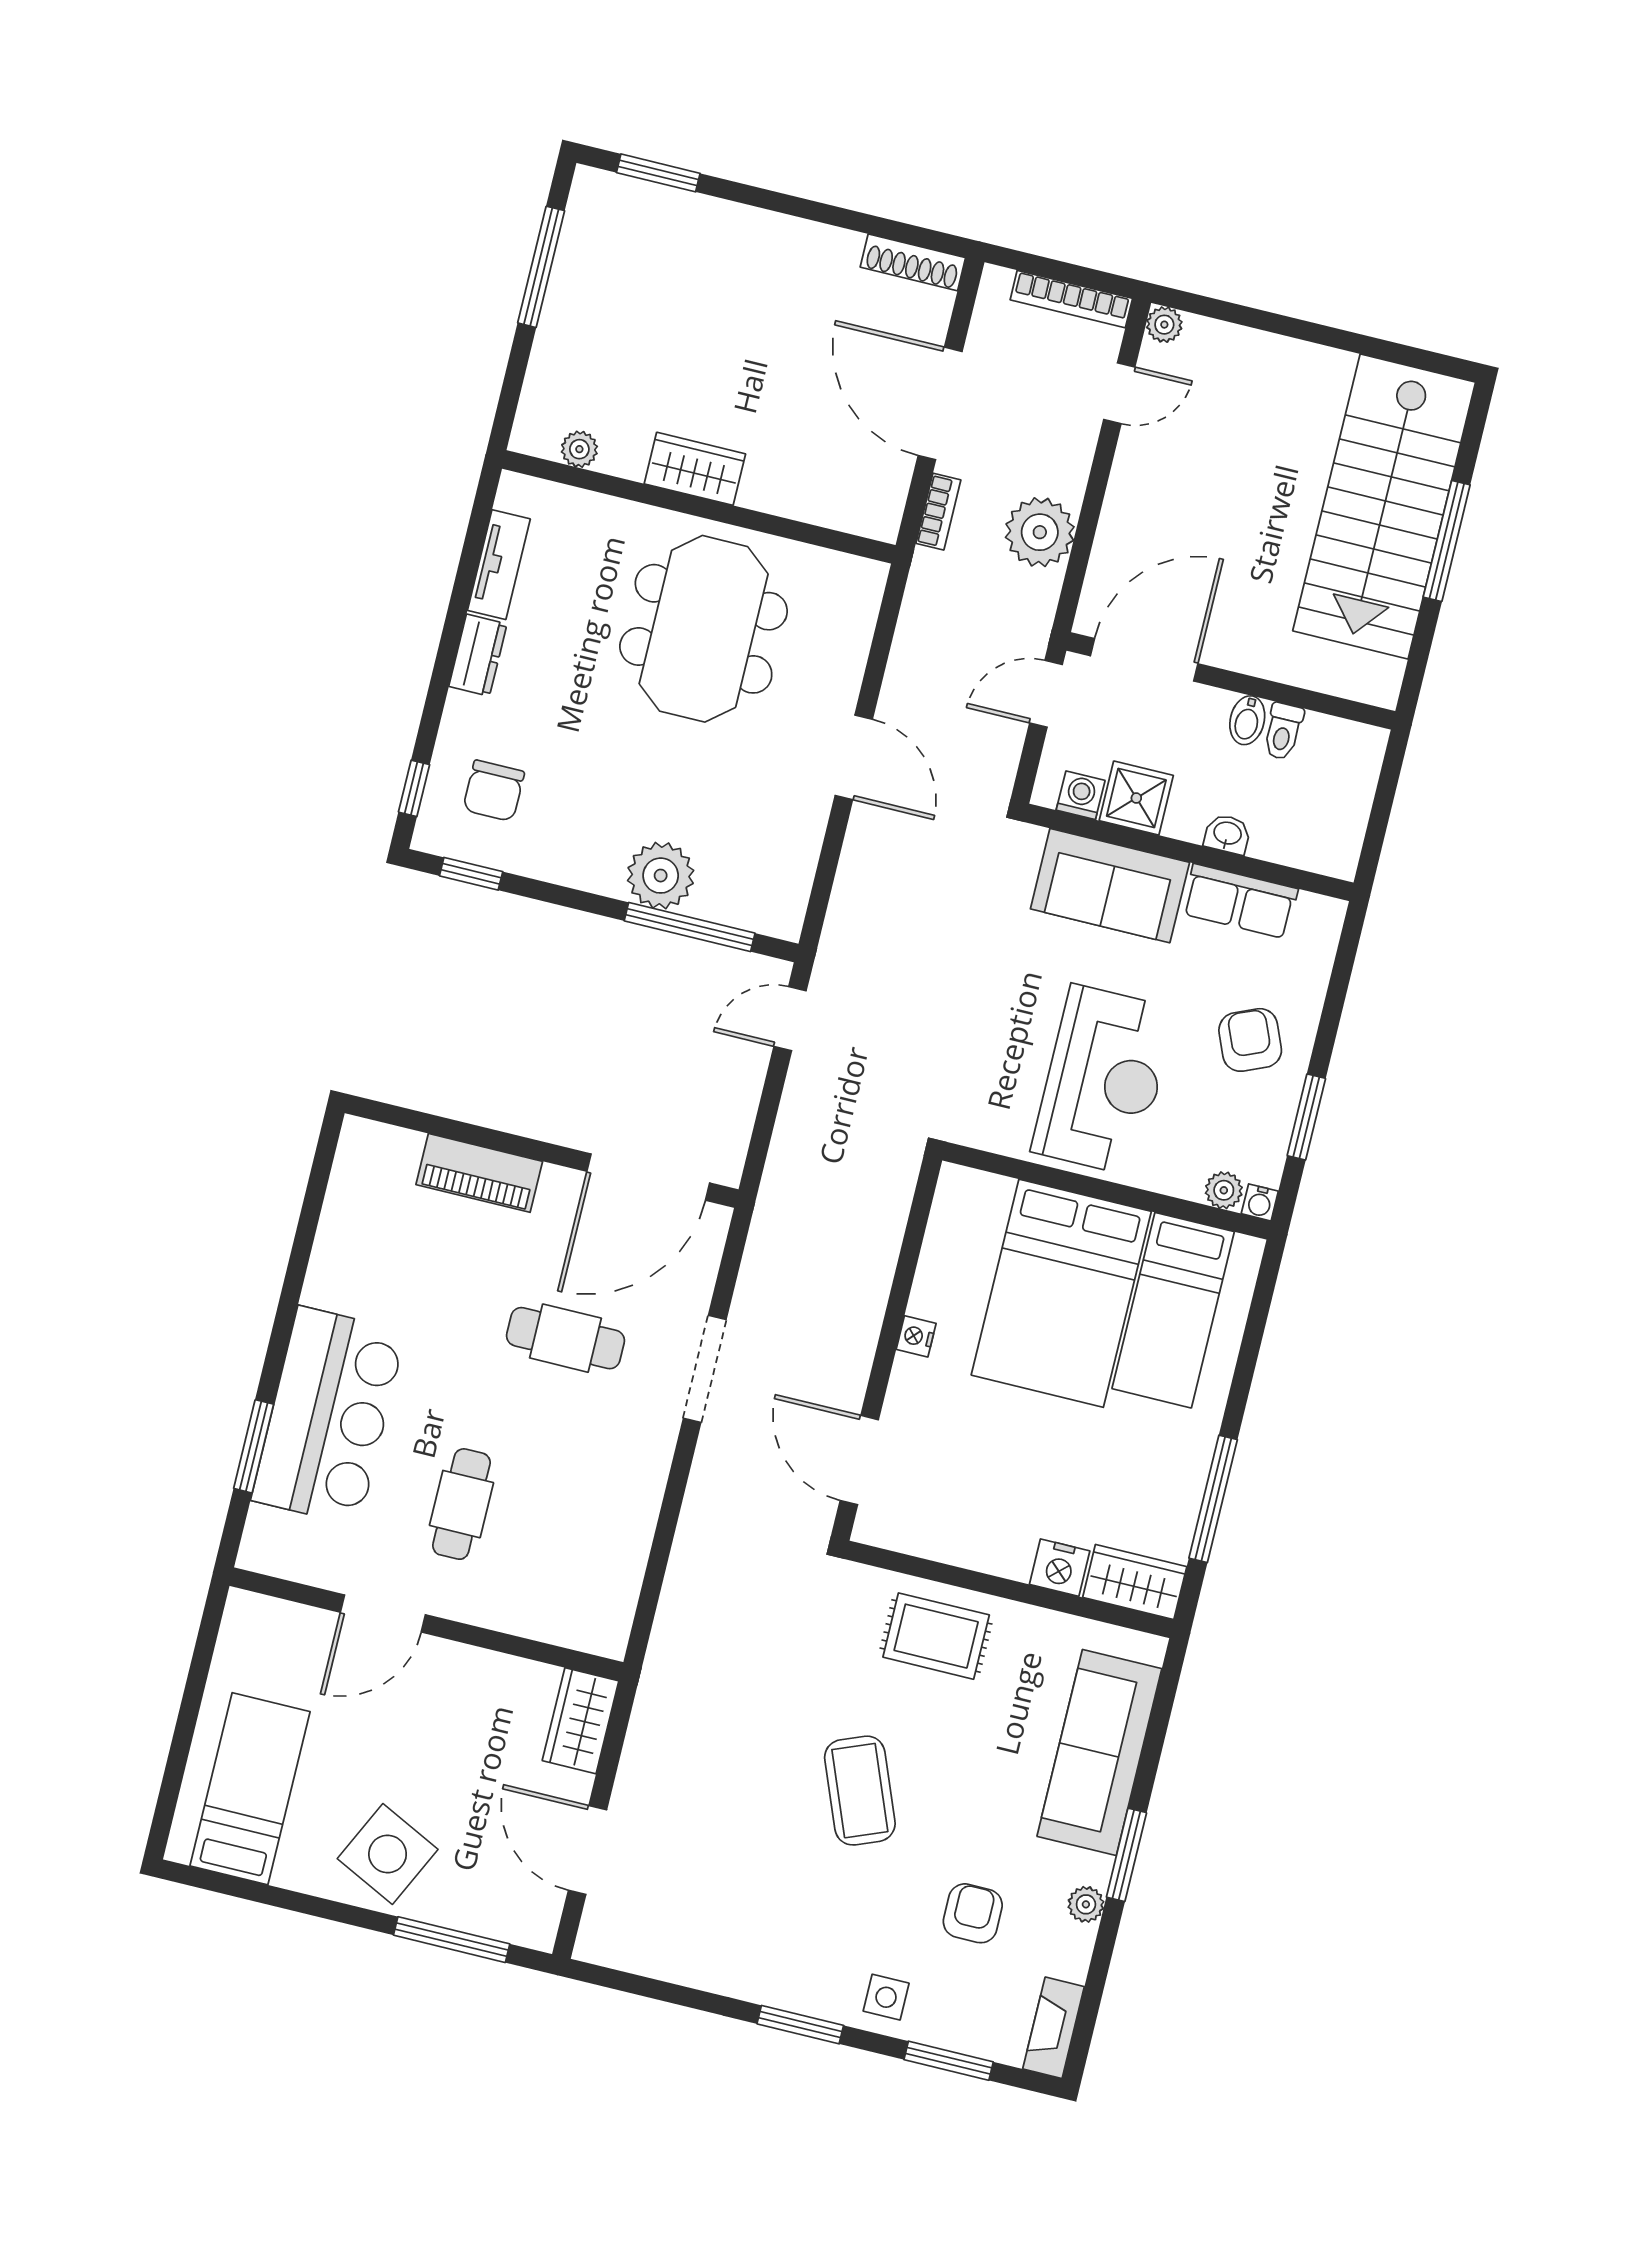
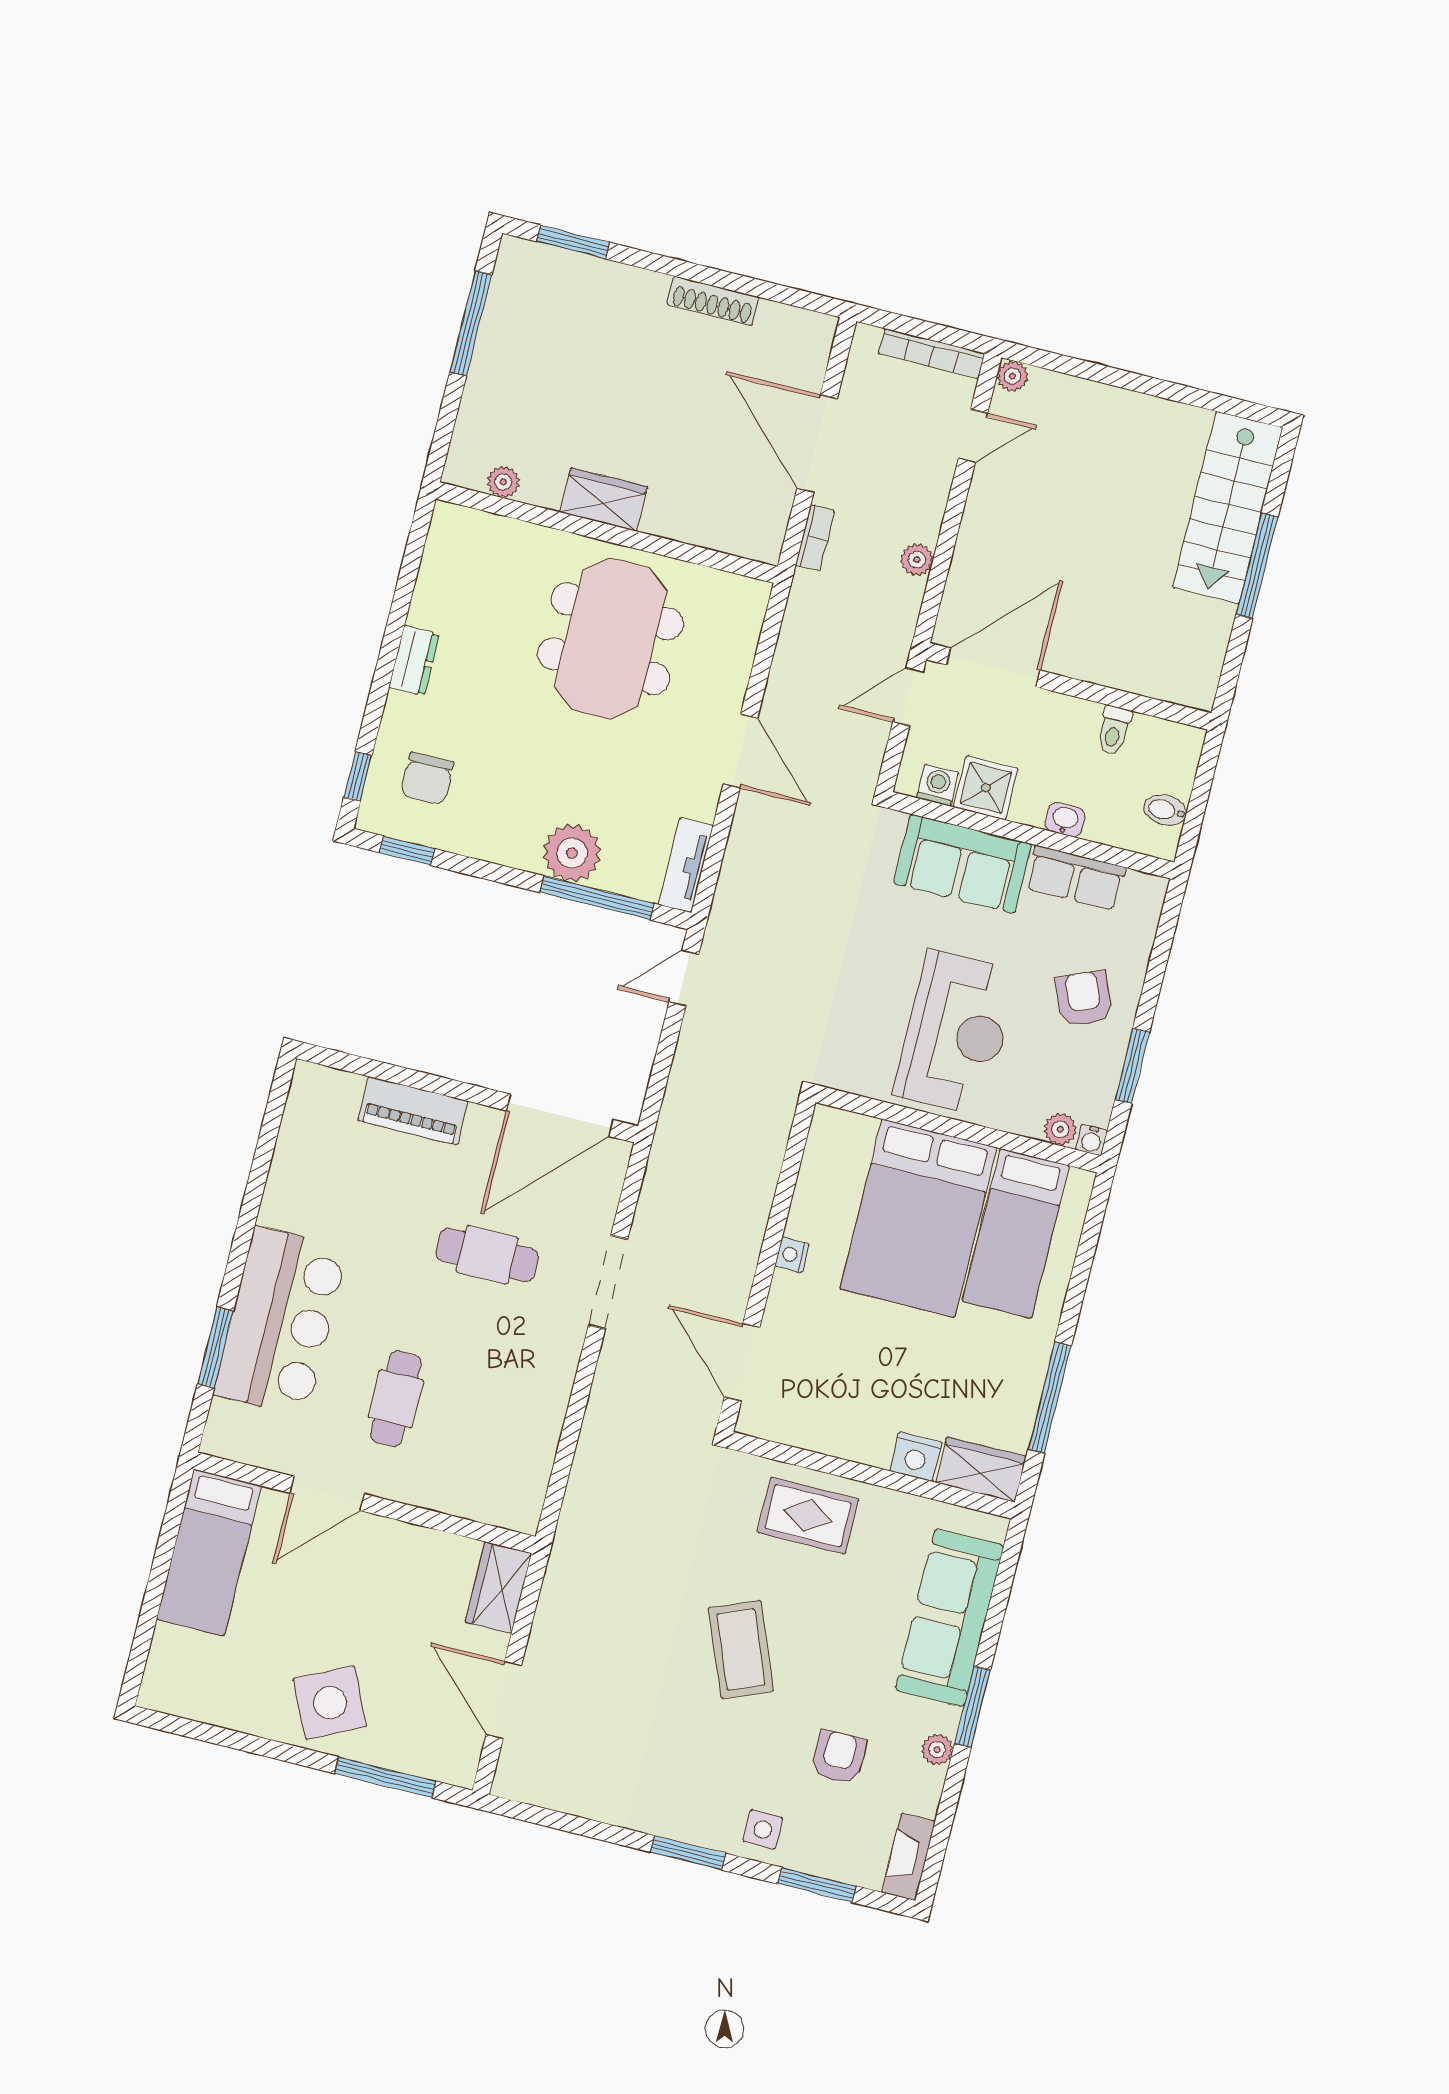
shoe rack: (913, 262) -> (713, 301), moved
stairs: (1384, 506) -> (1228, 507), width x0.73, depth x0.66
plant: (1040, 532) -> (917, 560), width x0.53, depth x0.53
tv unit: (499, 565) -> (686, 865), moved, turned 180
bidet: (1247, 720) -> (1165, 810), moved, turned 90
bed: (250, 1789) -> (209, 1552), moved, turned 180
side table: (388, 1854) -> (330, 1703), turned 38

